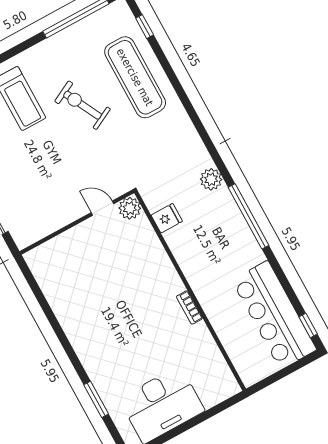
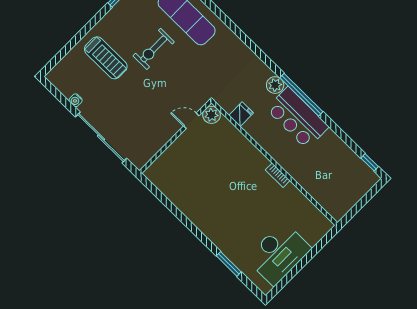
exercise bike: (83, 105) -> (154, 49), turned -63
plant: (211, 179) -> (275, 85), moved
bar counter: (274, 315) -> (297, 118), moved, width x0.73

